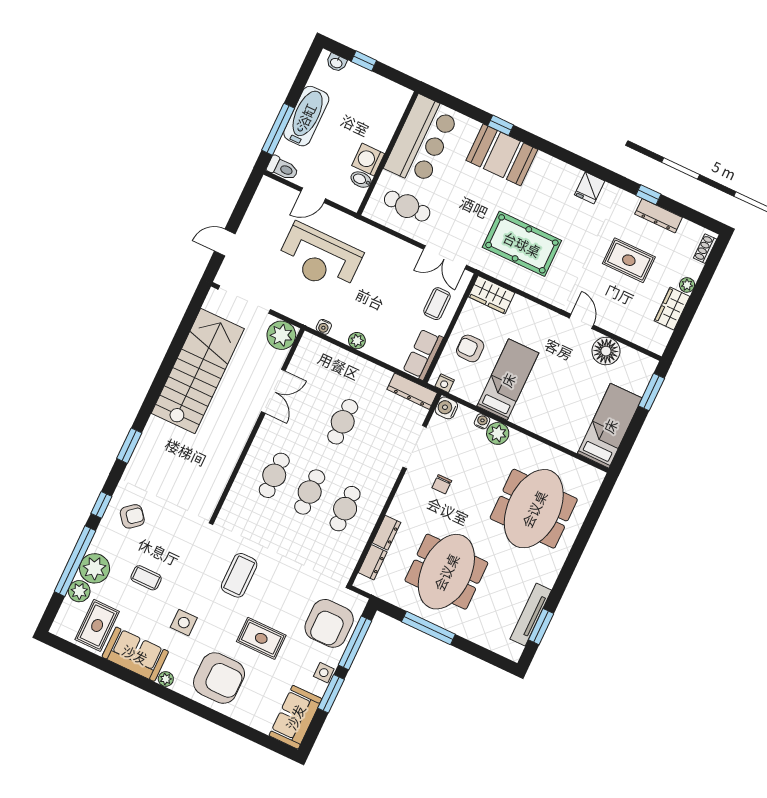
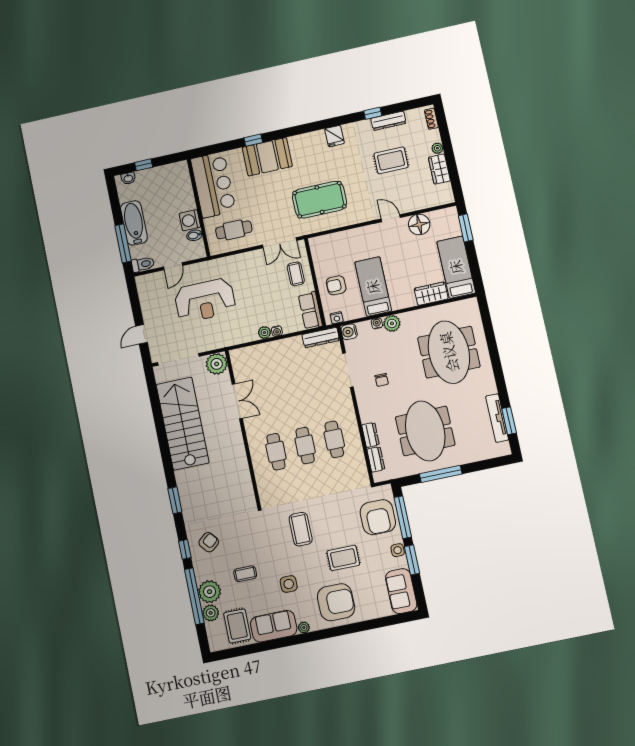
wardrobe: (491, 295) -> (431, 294), moved, turned 180
water cooler: (324, 327) -> (277, 331), moved
cafe table: (343, 422) -> (293, 388), removed

